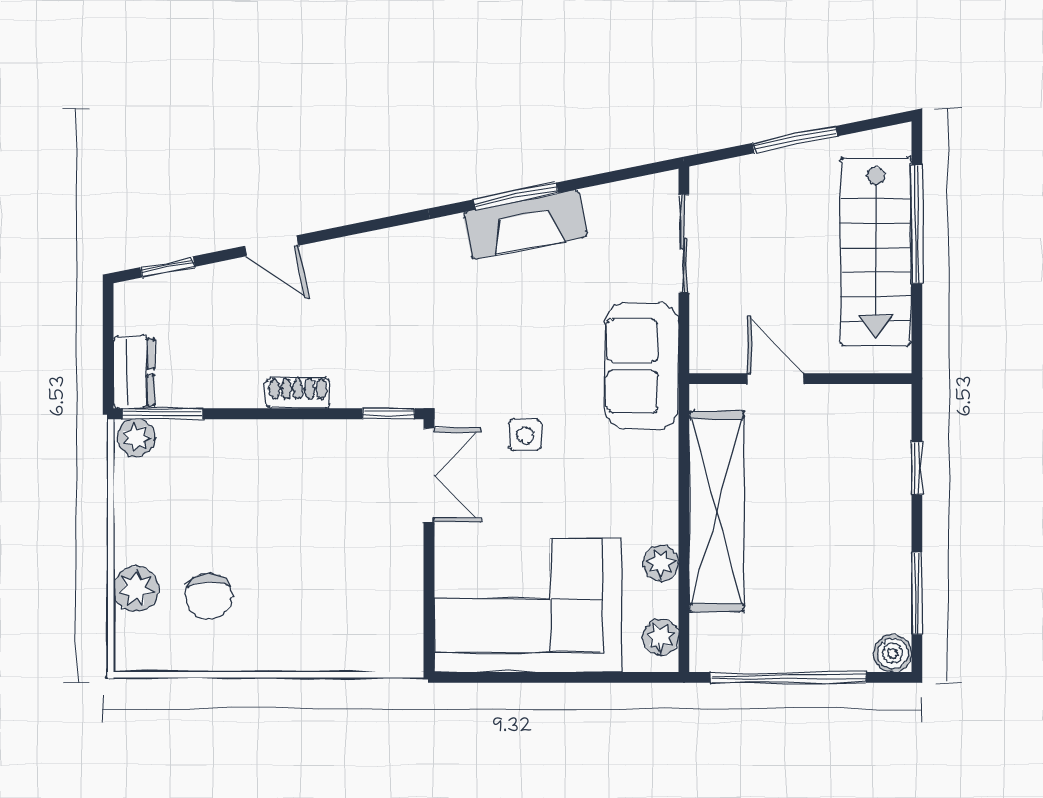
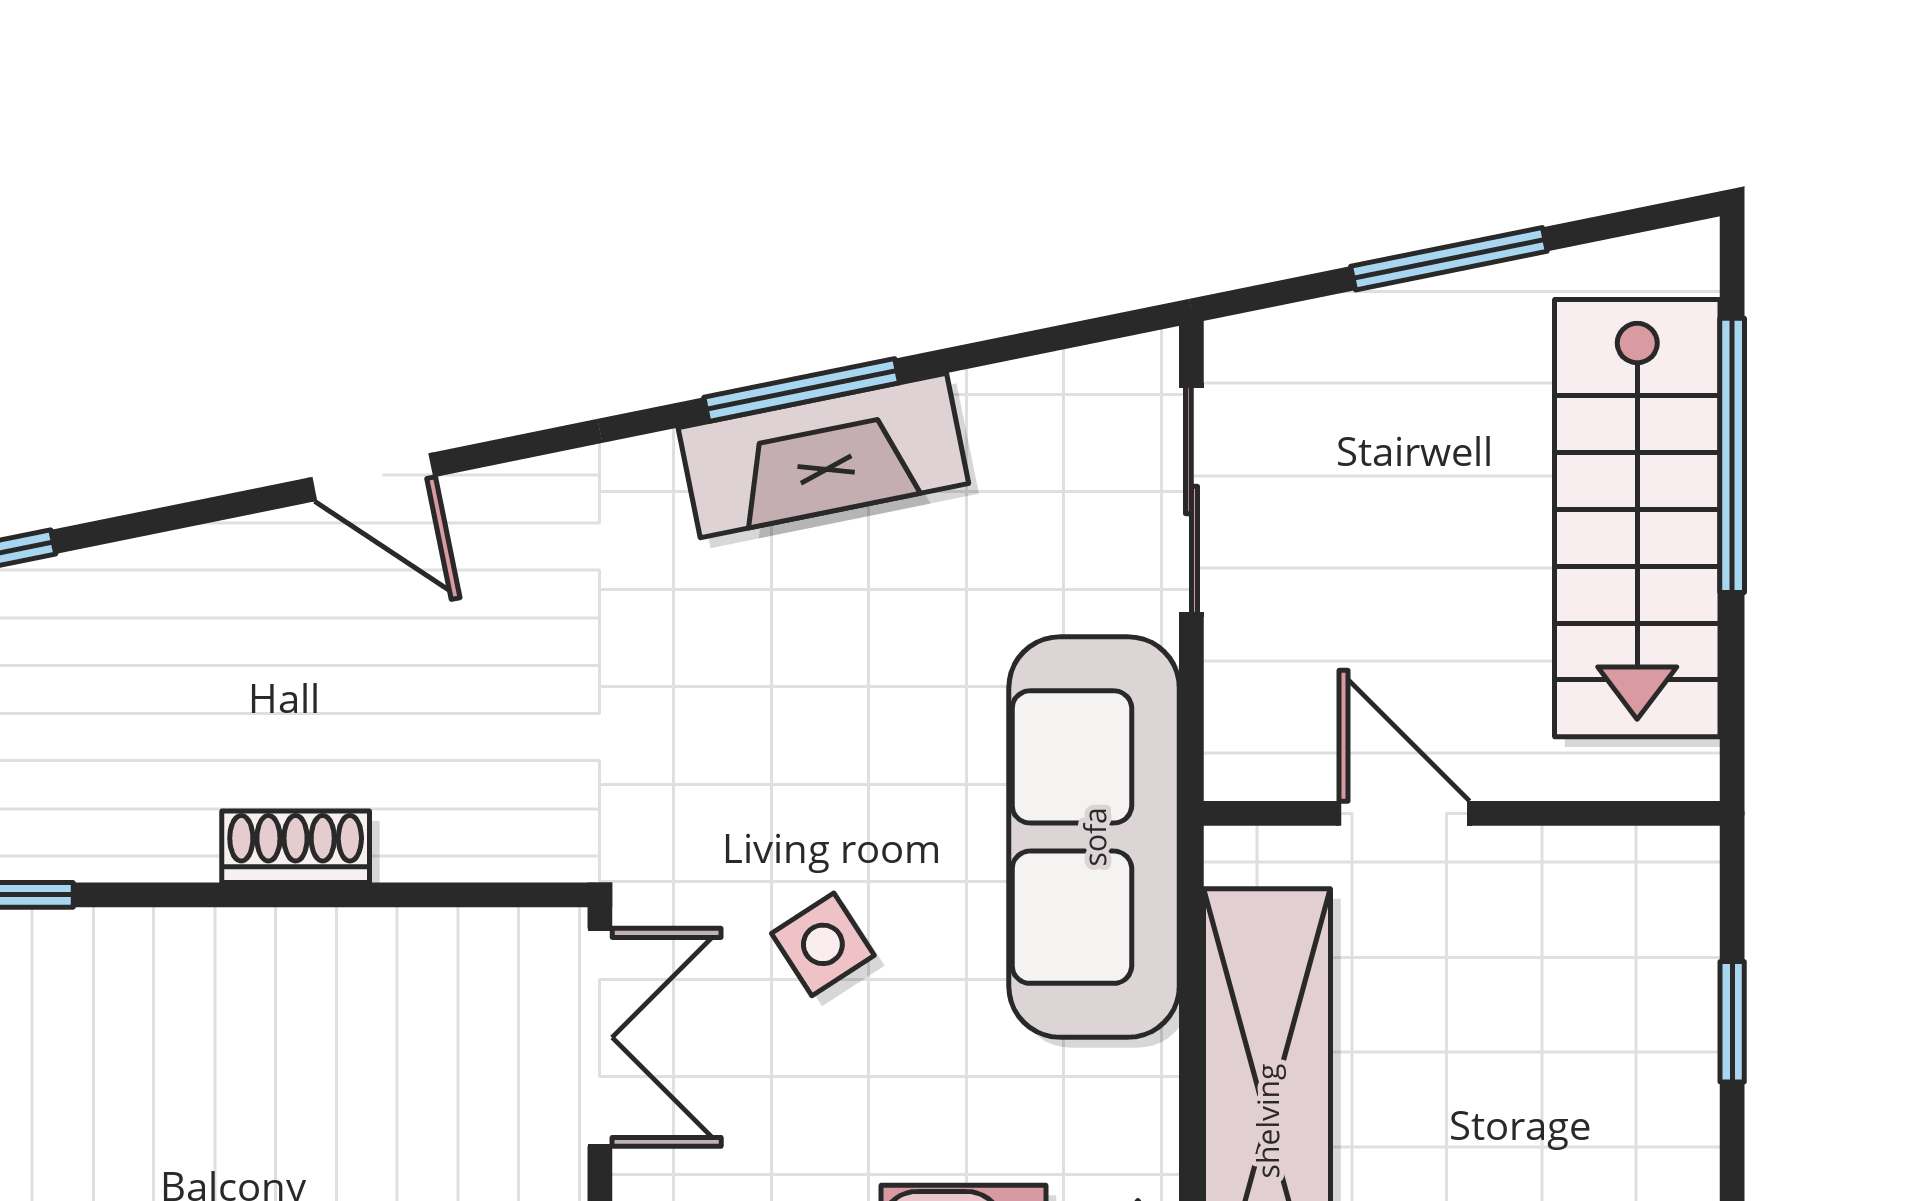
door: (272, 246) -> (373, 477), moved
sofa: (642, 366) -> (1094, 837), width x1.36
window: (389, 414) -> (506, 895), removed
side table: (525, 435) -> (823, 944), turned -34

